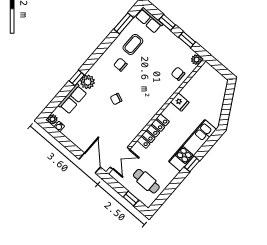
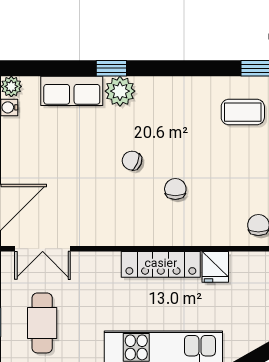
chair: (120, 65) -> (175, 189), moved
locker: (153, 131) -> (161, 264), moved

